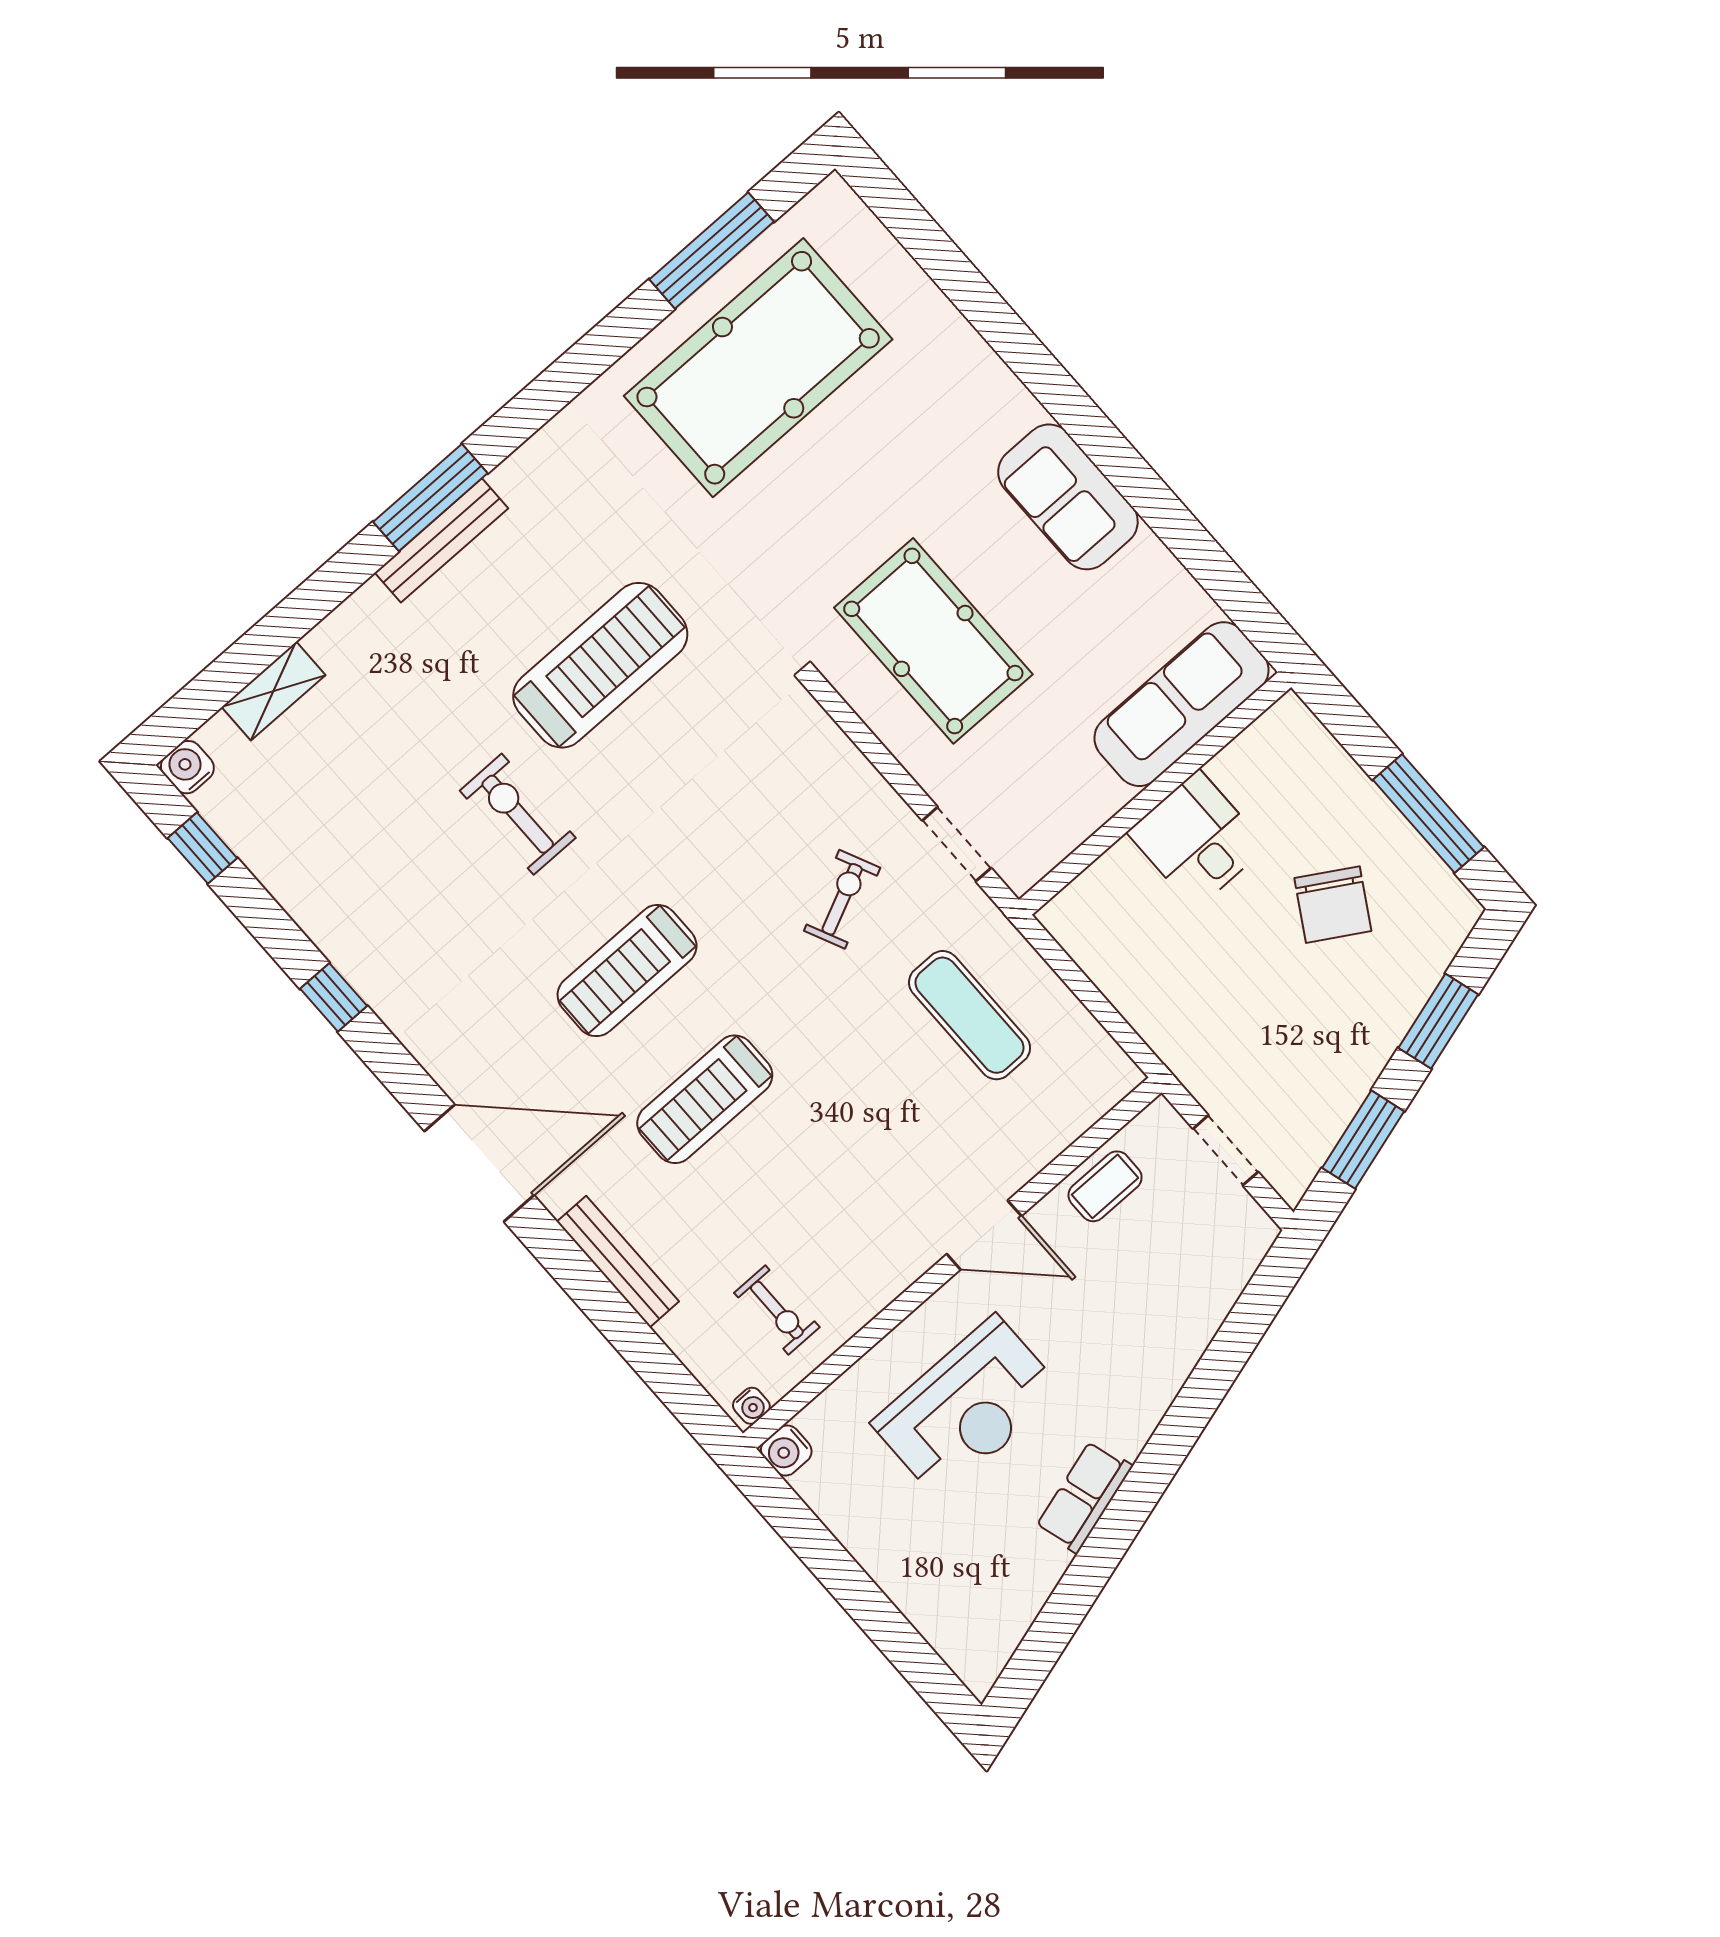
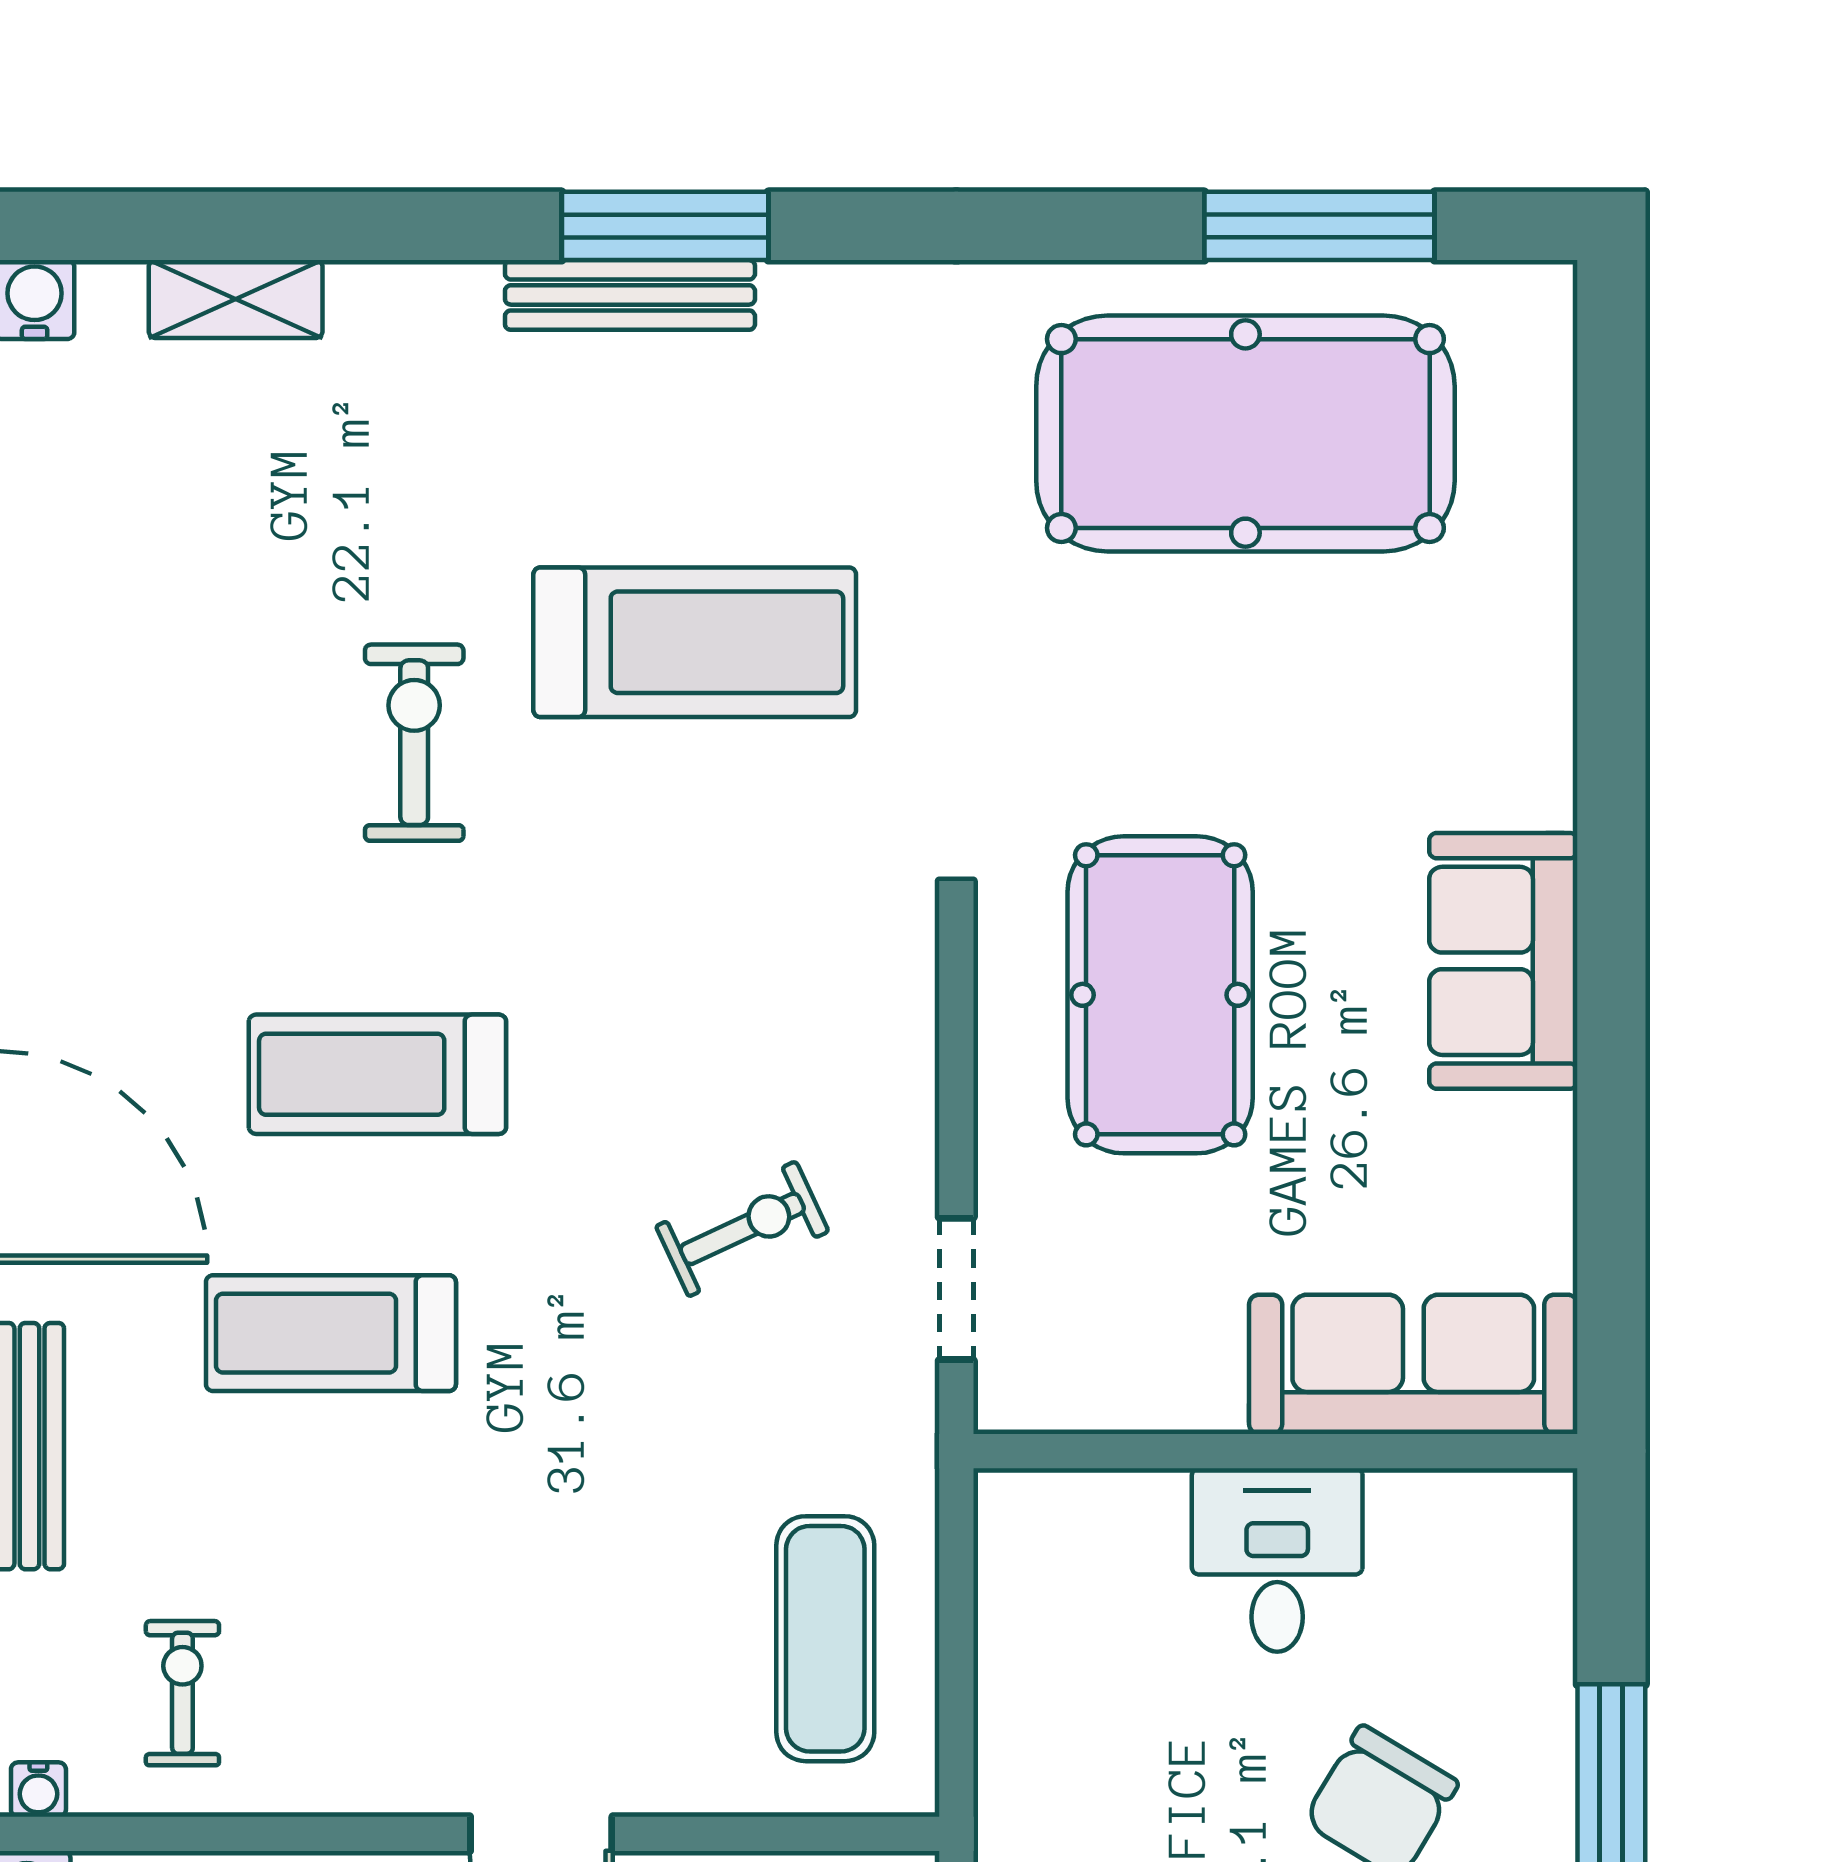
exercise mat: (970, 1015) -> (825, 1639), moved
exercise bike: (777, 1310) -> (182, 1693), turned 180

